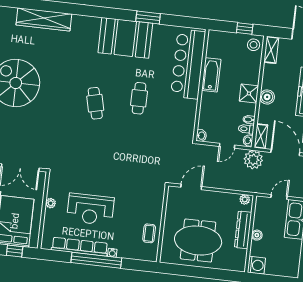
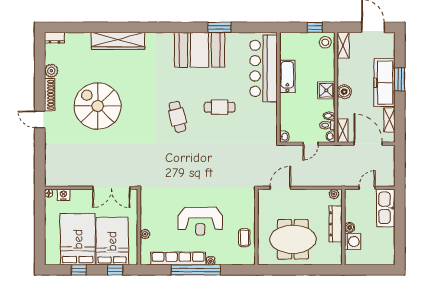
cafe table: (139, 98) -> (220, 107), turned 90
plant: (253, 160) -> (338, 154), removed
plant: (51, 203) -> (145, 234), moved
reception desk: (90, 209) -> (200, 221), moved
washing machine: (256, 265) -> (353, 242), moved

